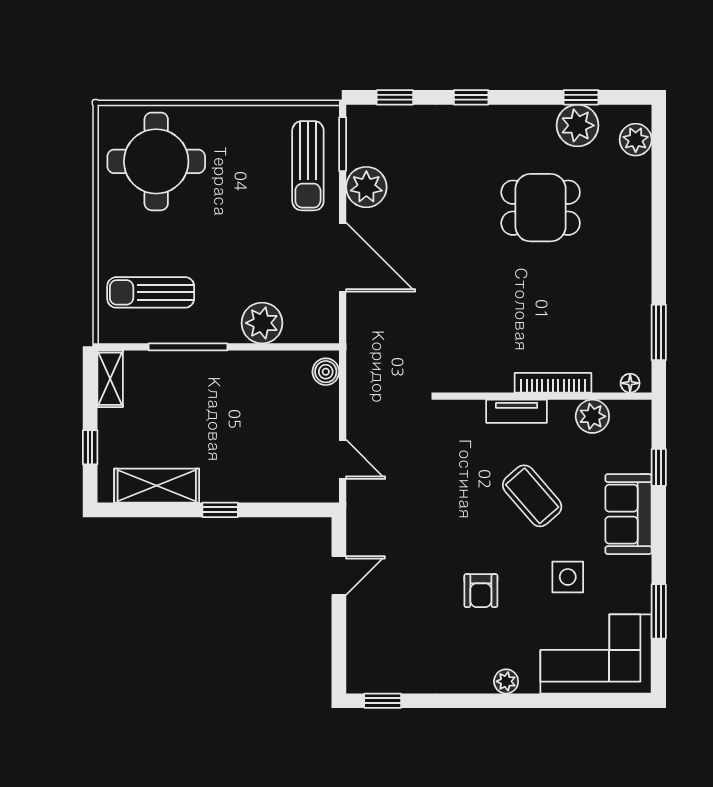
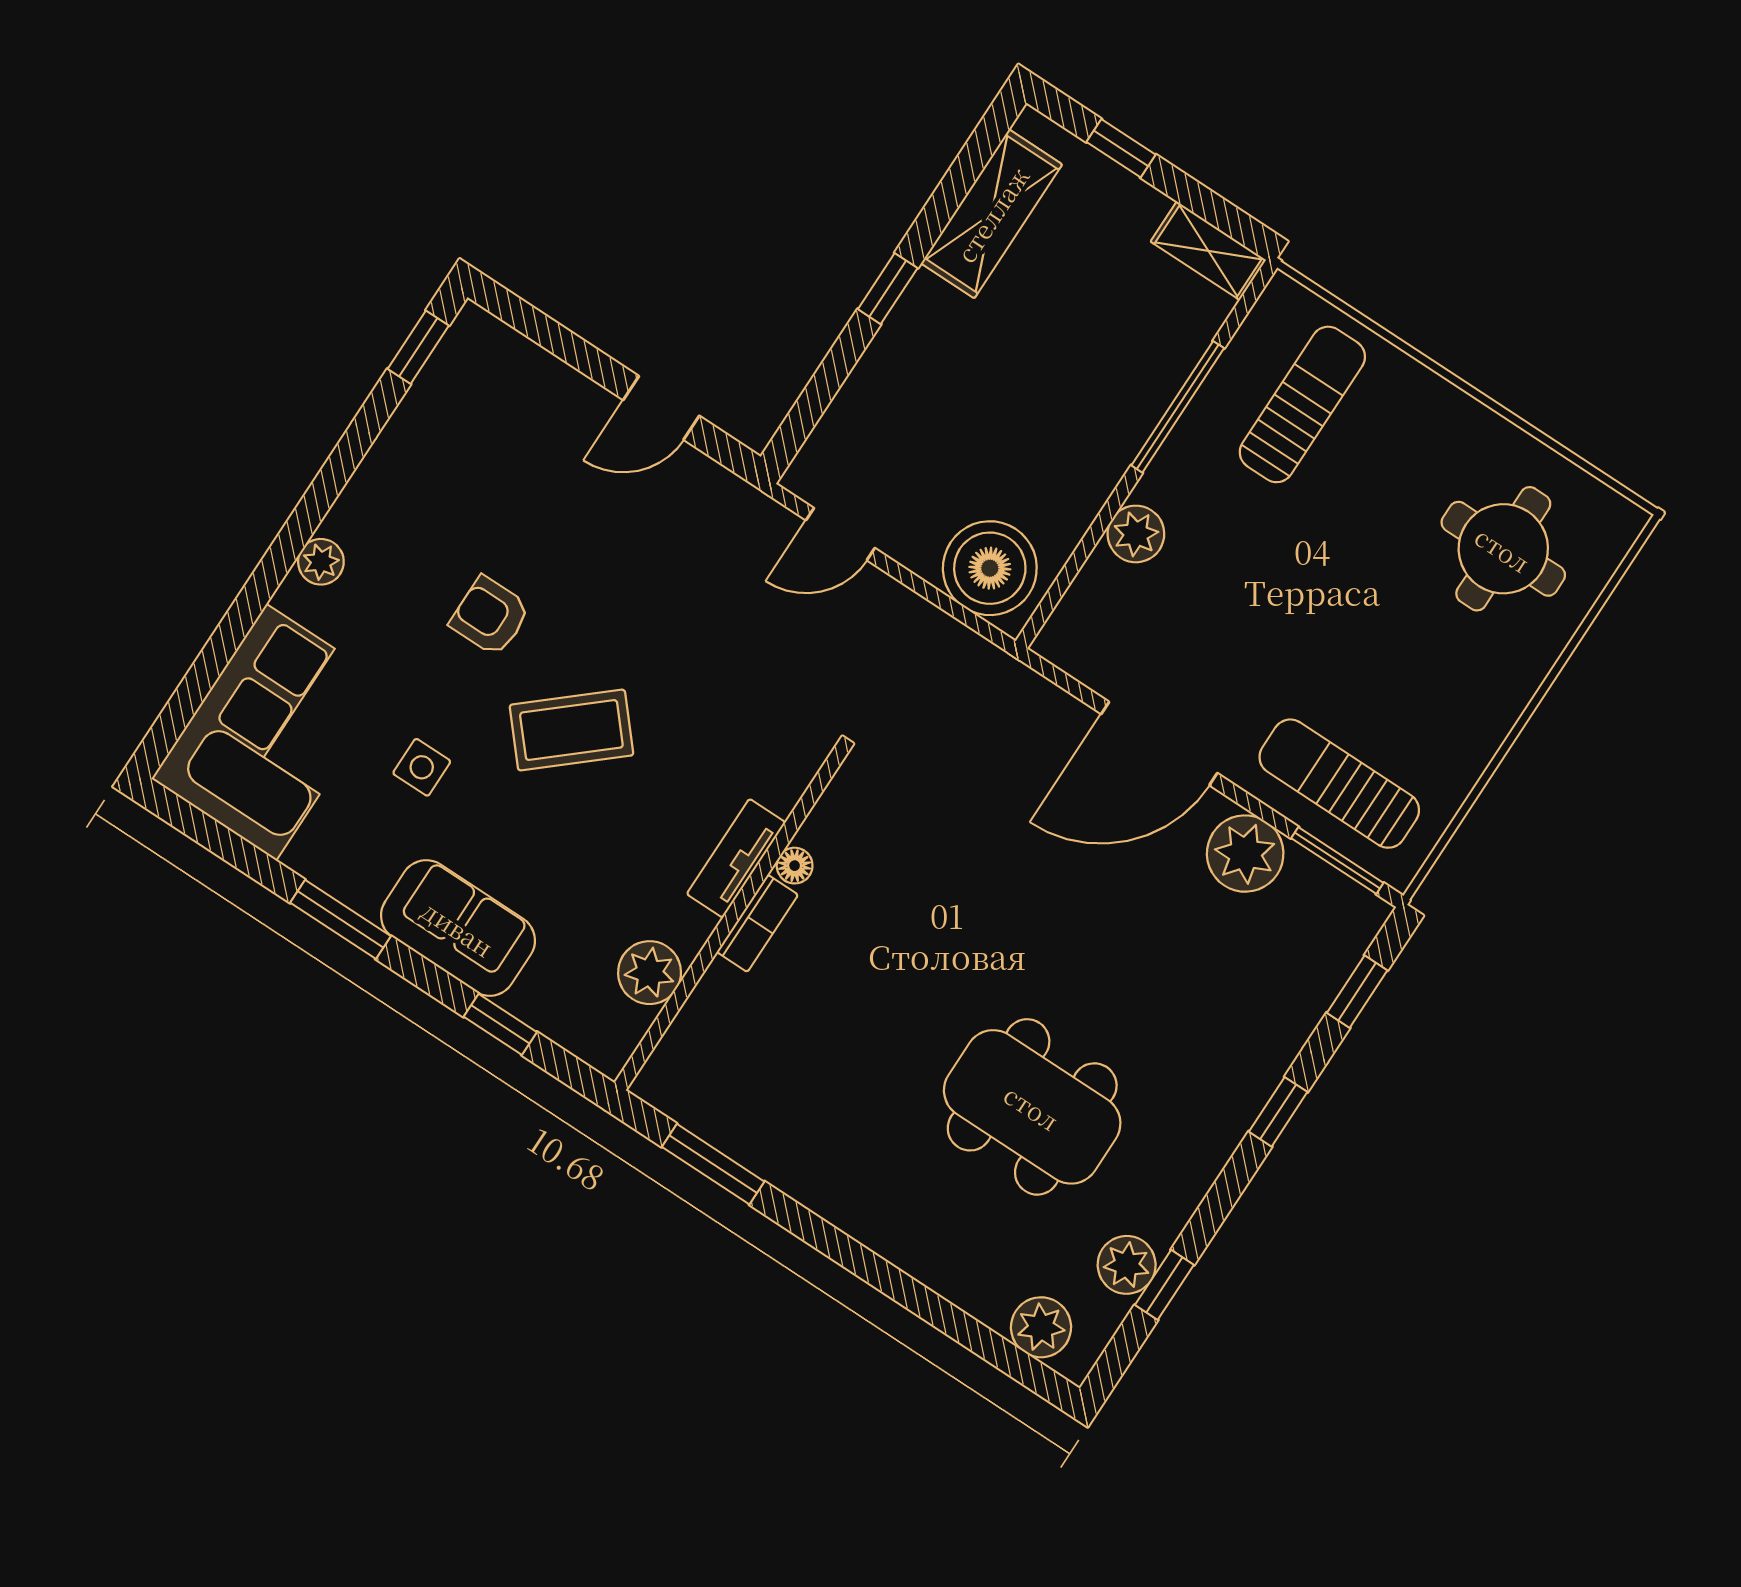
plant: (577, 125) -> (1127, 1265), width x0.73, depth x0.73
round table: (156, 161) -> (1503, 549), width x0.73, depth x0.73
dining table: (541, 208) -> (1032, 1107), width x1.38
plant: (262, 323) -> (1136, 534), width x0.73, depth x0.73
boiler: (326, 372) -> (990, 568), width x1.86, depth x1.86
bookcase: (553, 383) -> (757, 923), width x0.64
floor lamp: (630, 383) -> (795, 866), moved
coffee table: (532, 496) -> (571, 730), moved
door: (339, 575) -> (661, 408), hinge flipped
side table: (568, 577) -> (422, 767), width x0.73, depth x0.73
window: (659, 611) -> (340, 919), moved

